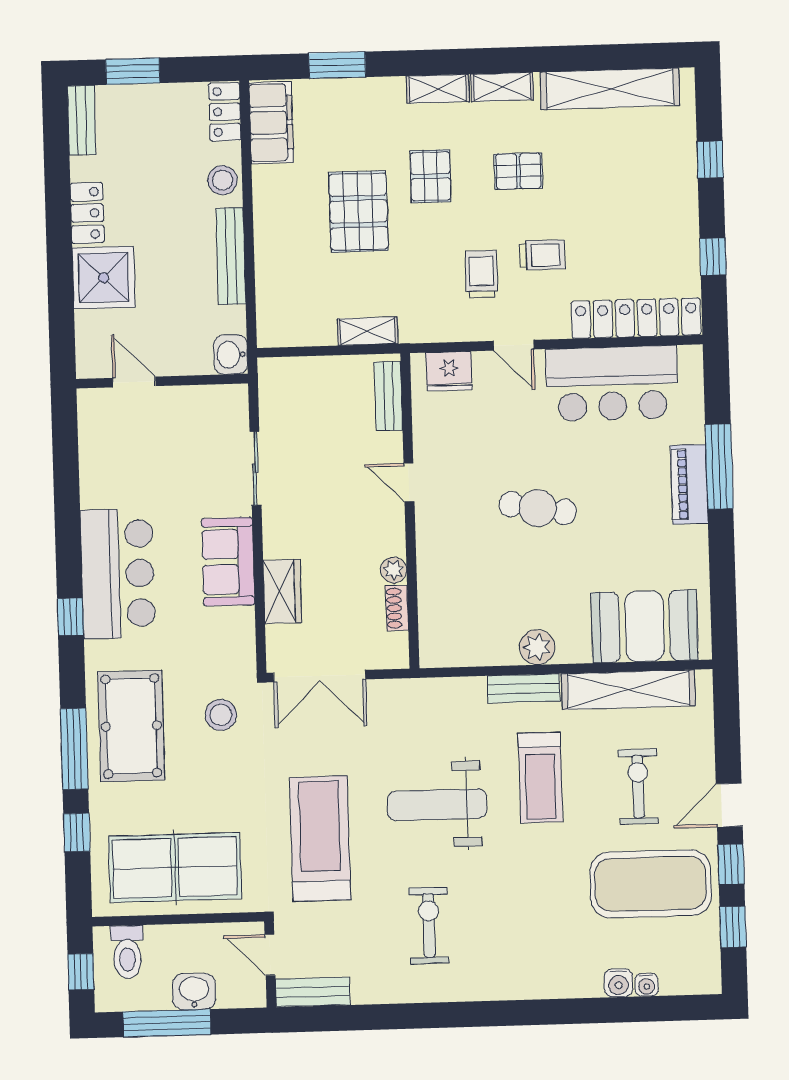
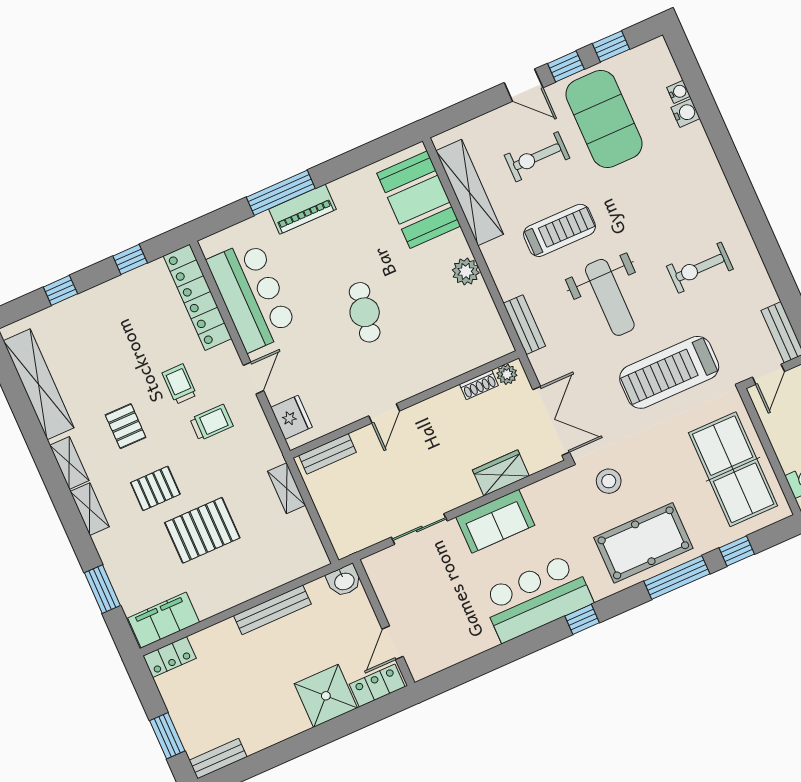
stool: (223, 180) -> (220, 638), removed
locker: (87, 213) -> (377, 686), moved
trolley: (481, 274) -> (211, 422), turned 180
plant: (394, 570) -> (507, 374), moved
bench: (523, 688) -> (524, 325), moved

